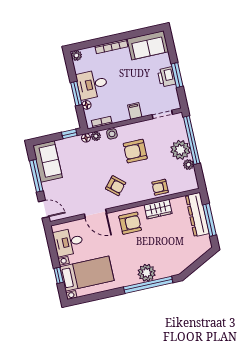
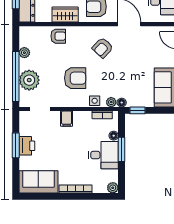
plant: (180, 150) -> (29, 80), moved
armchair: (116, 186) -> (103, 48), turned -88

